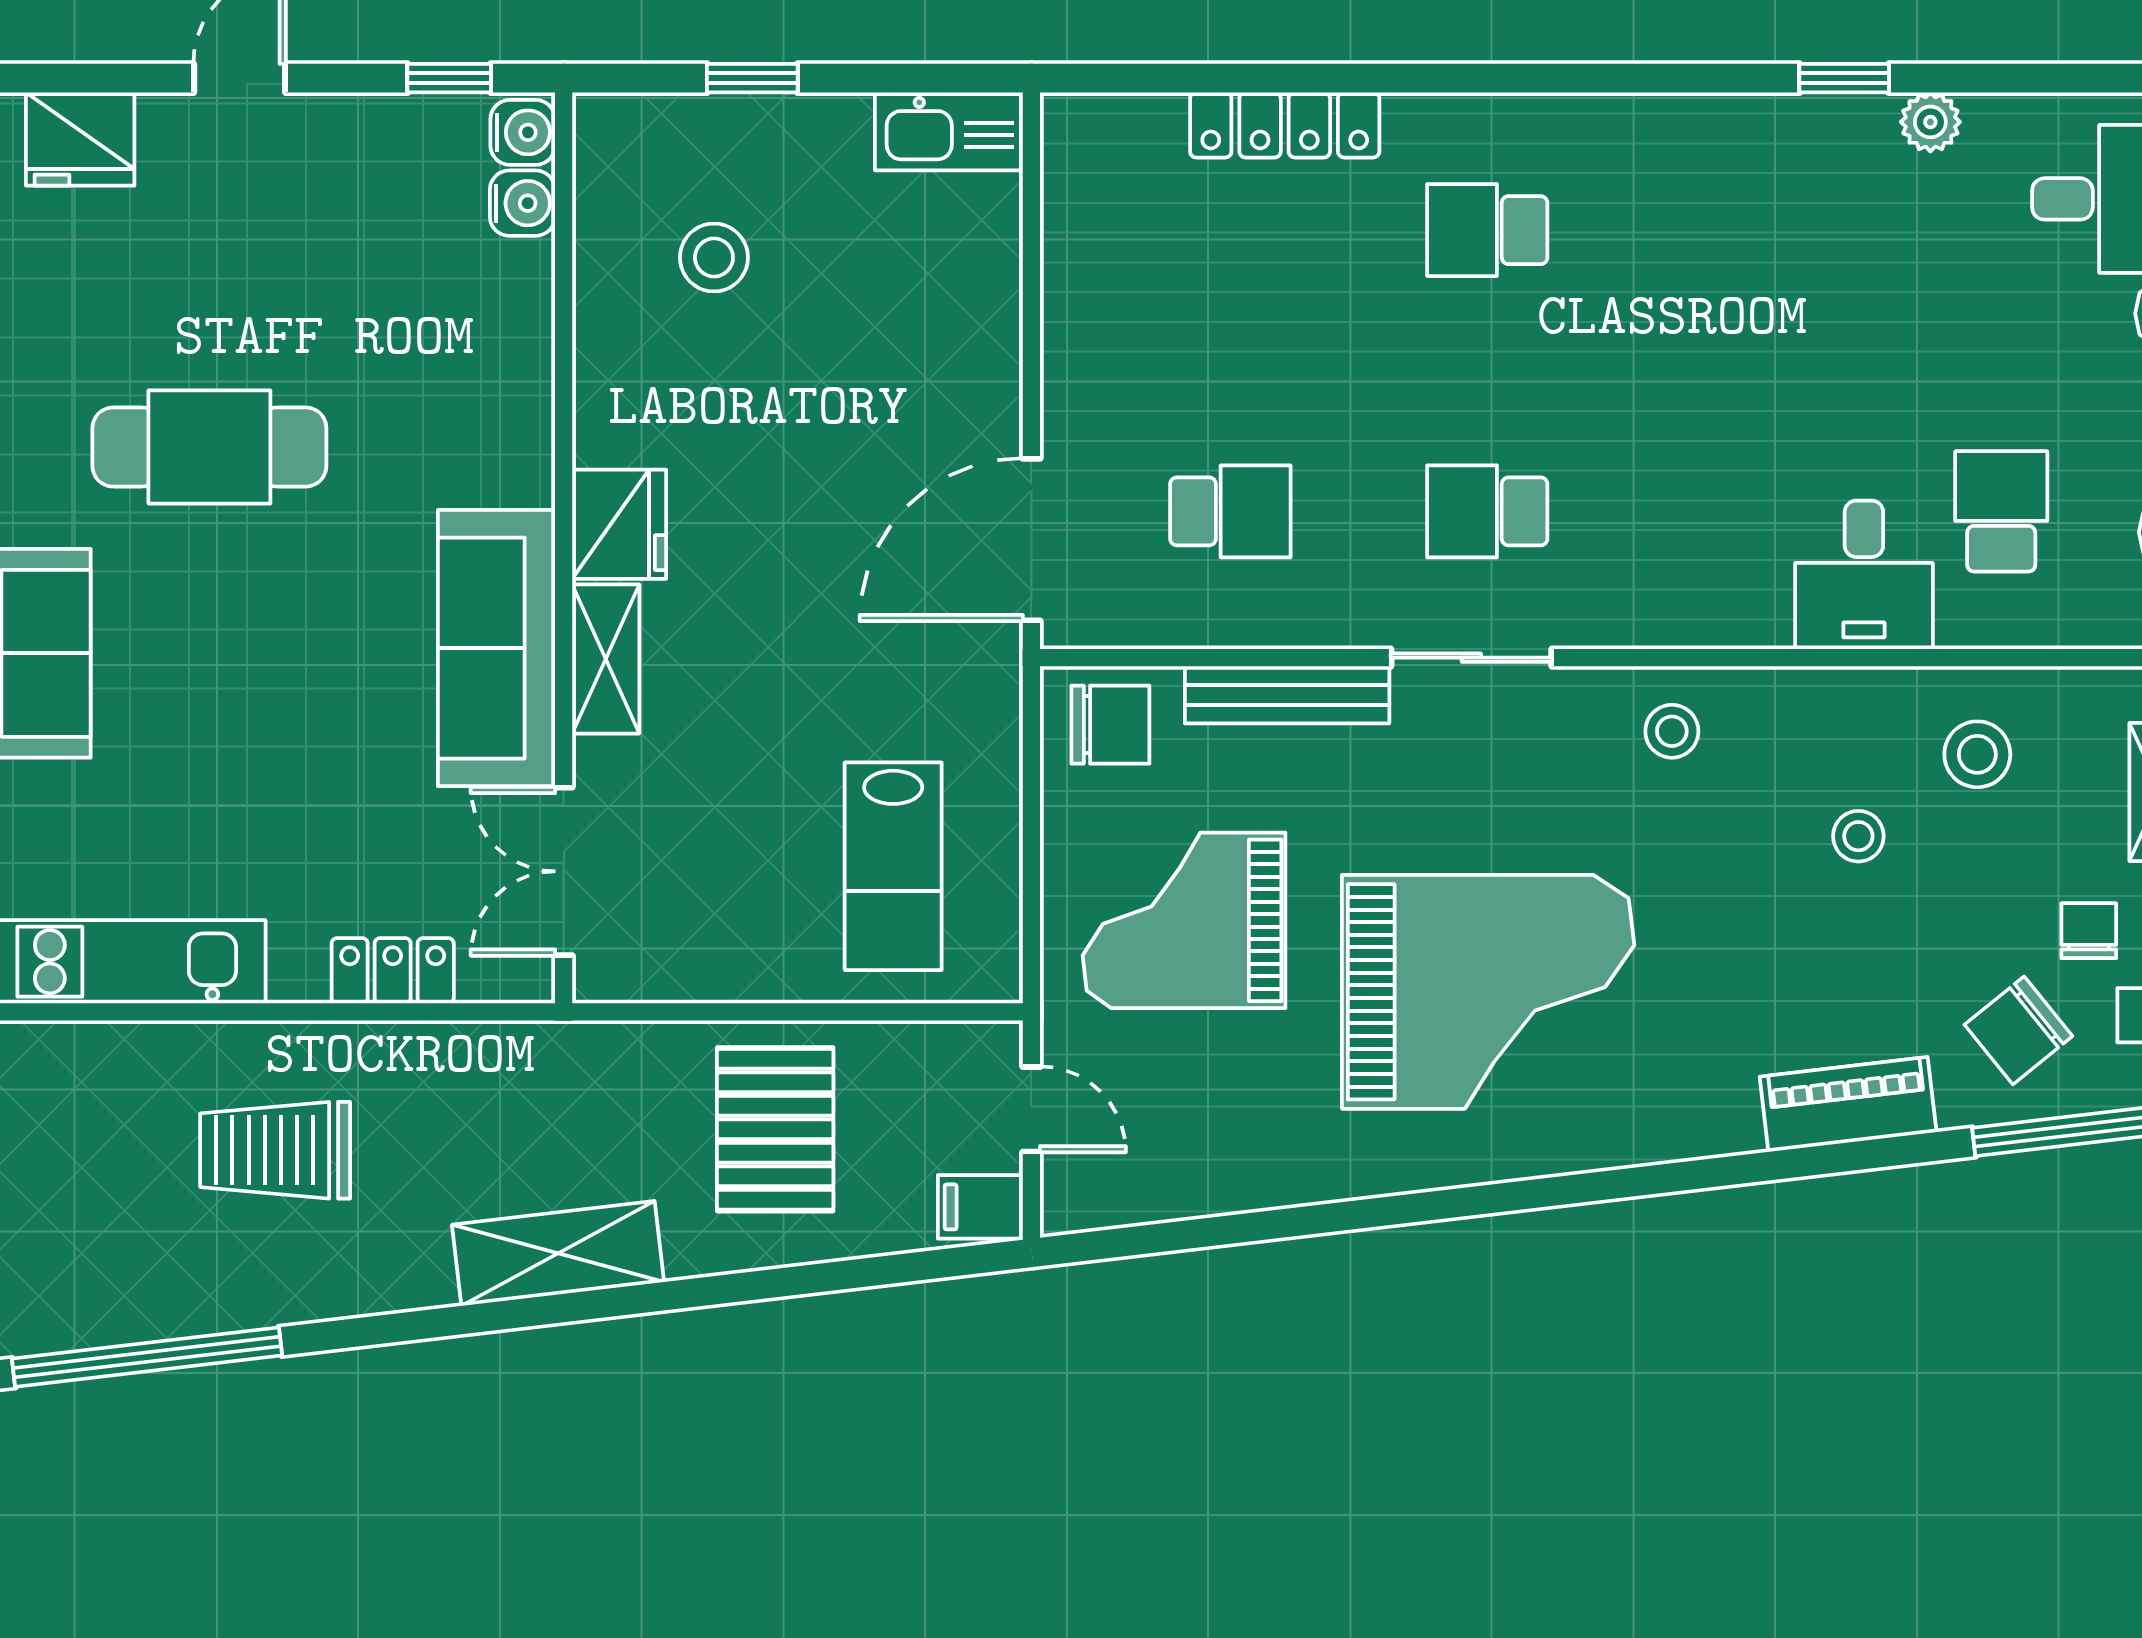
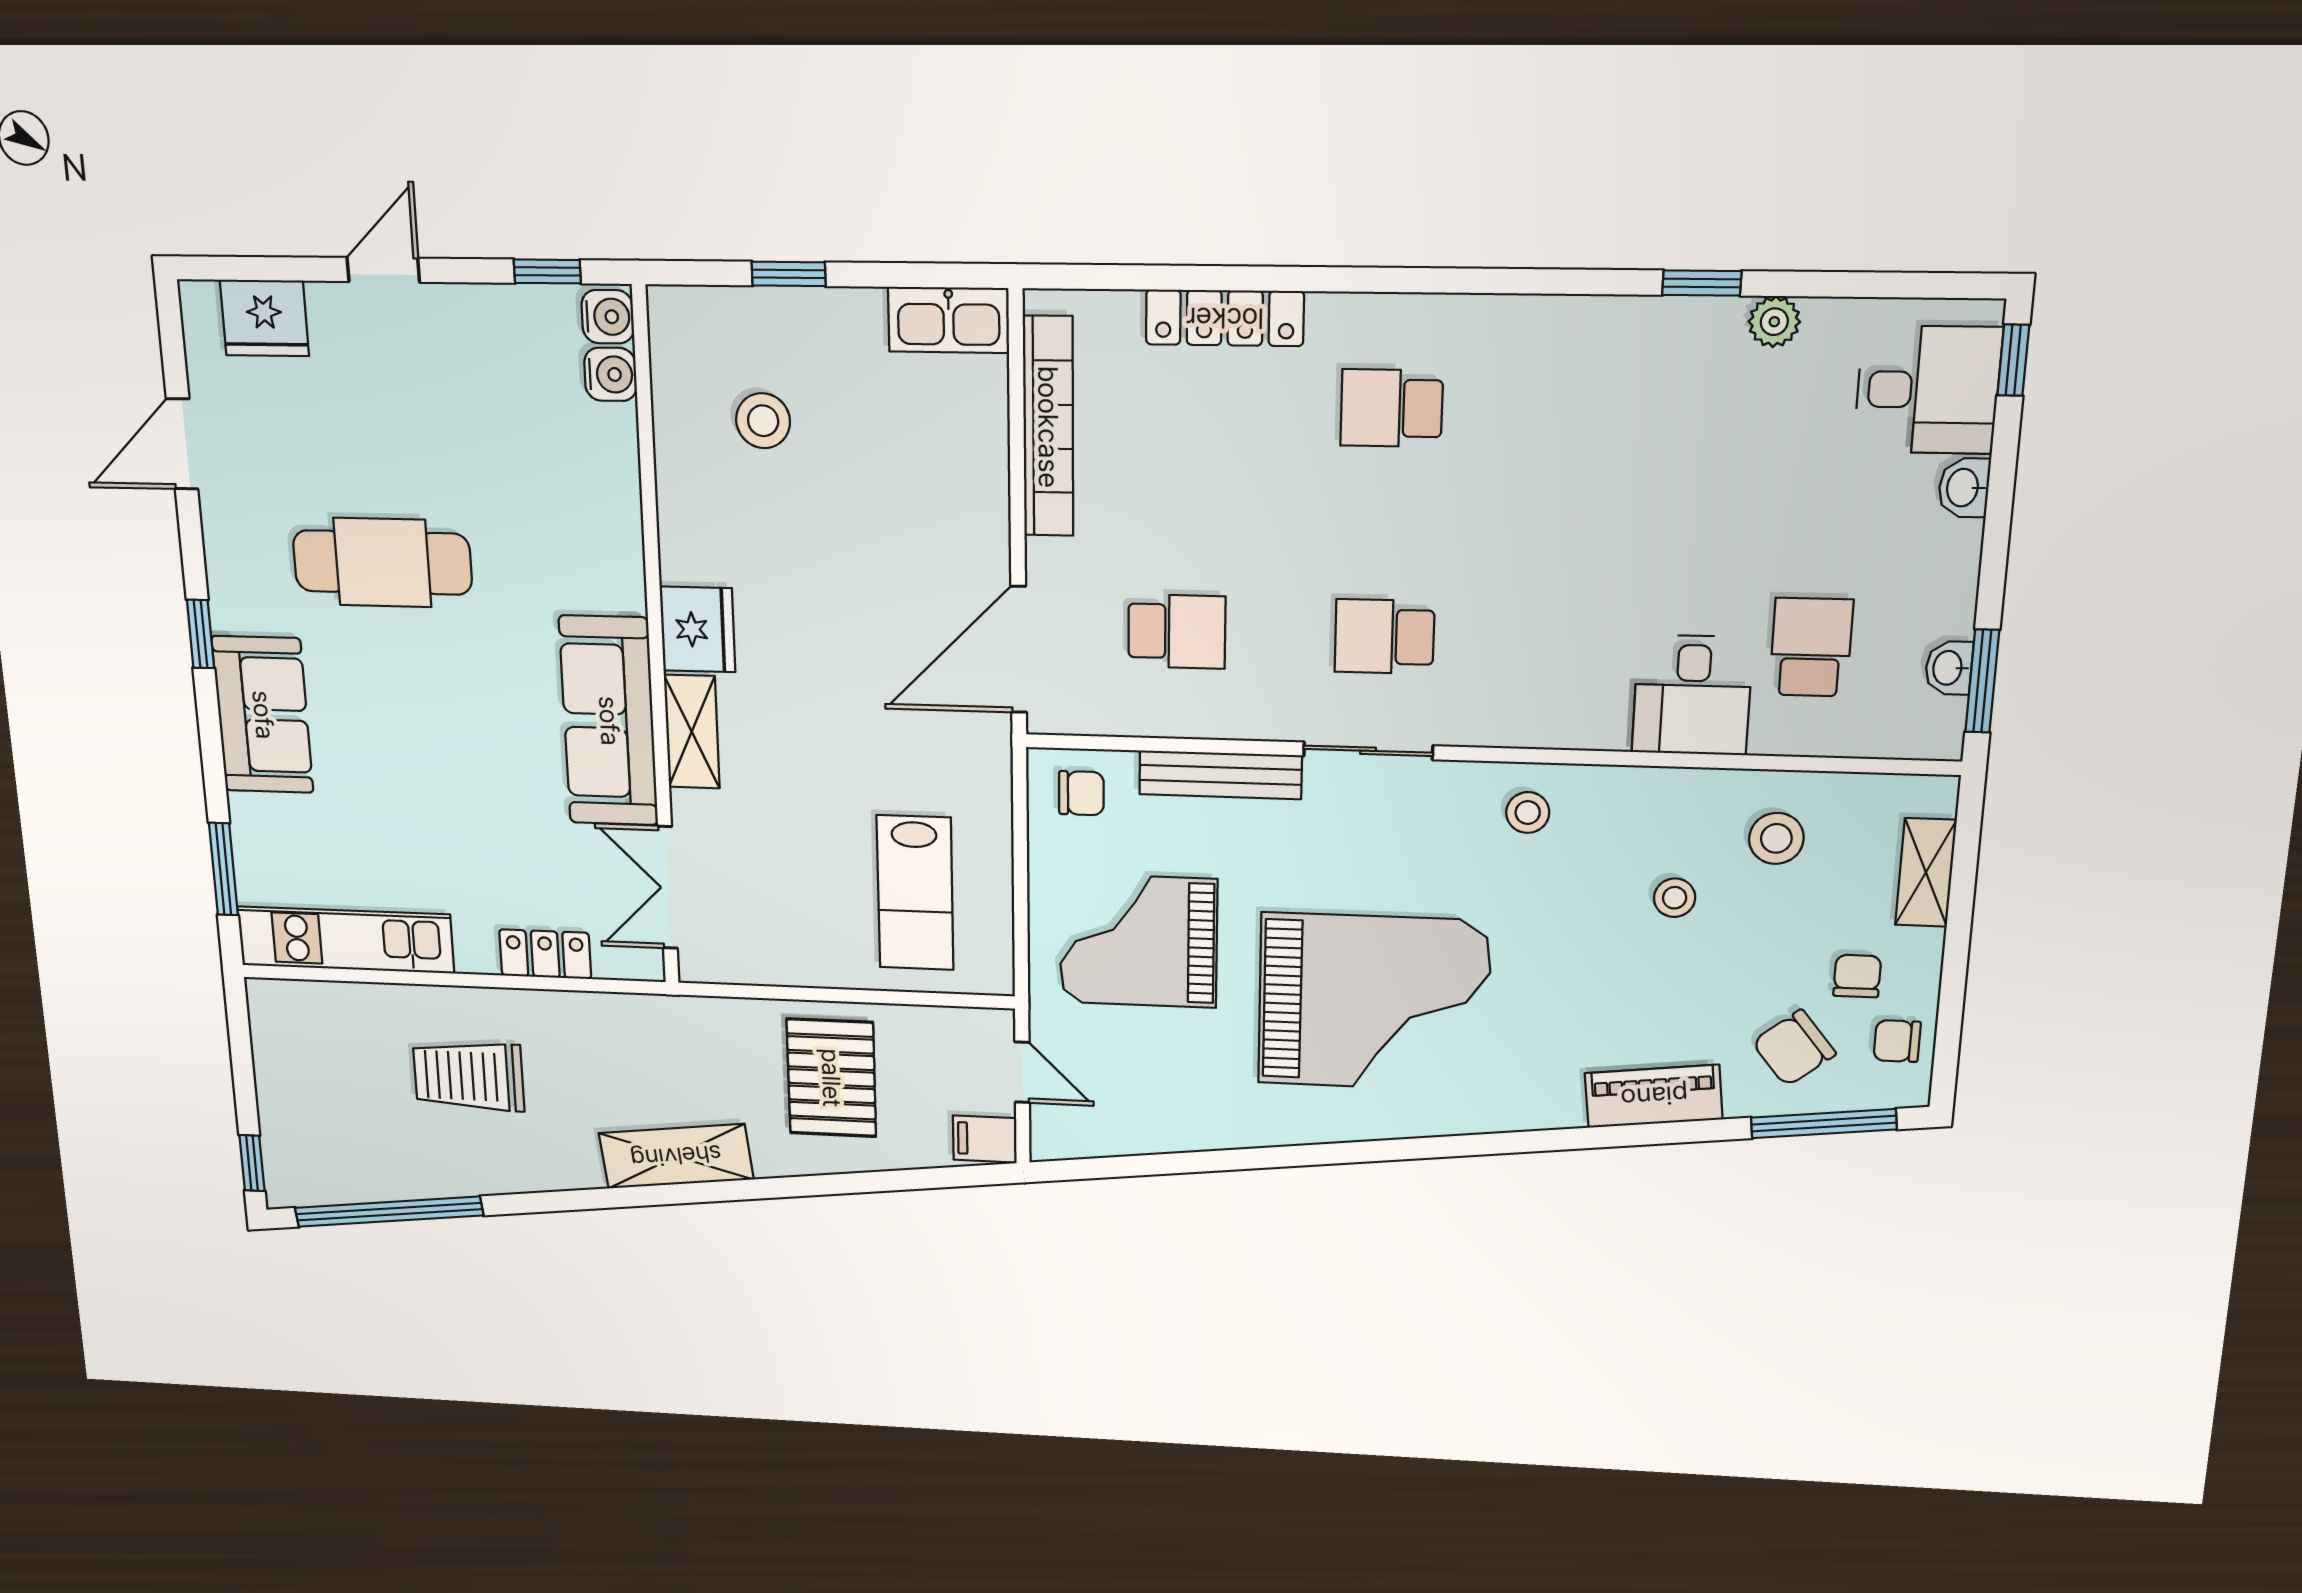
bookcase: (1070, 259) -> (1048, 427), added
chair: (1110, 725) -> (1081, 793), width x0.73, depth x0.73

